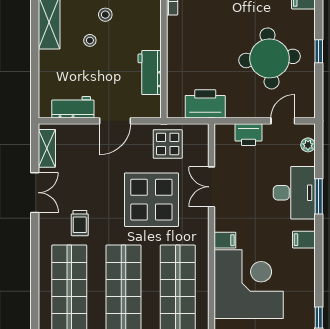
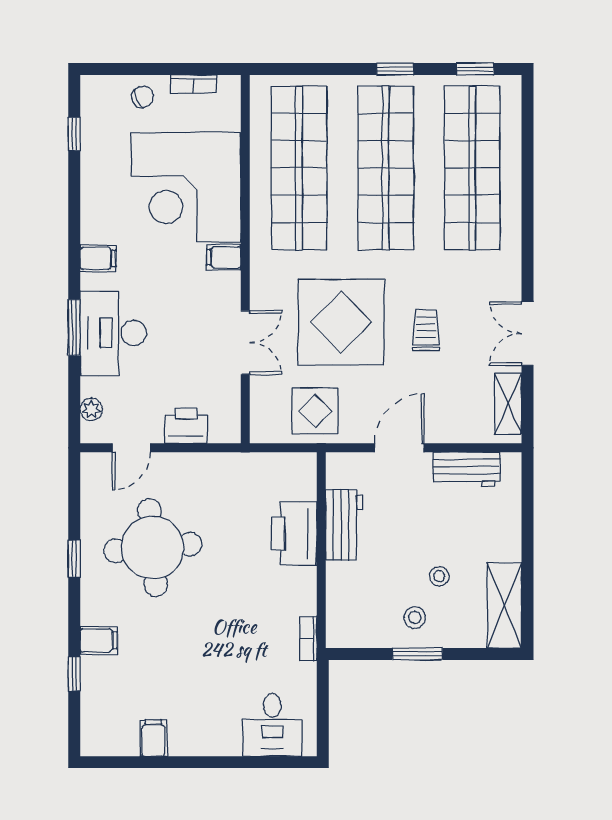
printer: (205, 104) -> (294, 534), moved, turned 90
trolley: (80, 223) -> (426, 330), moved

